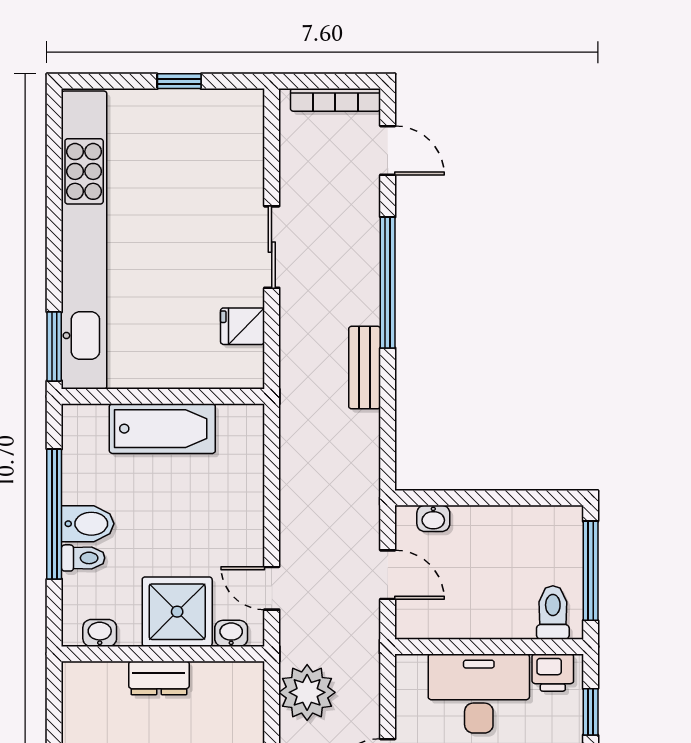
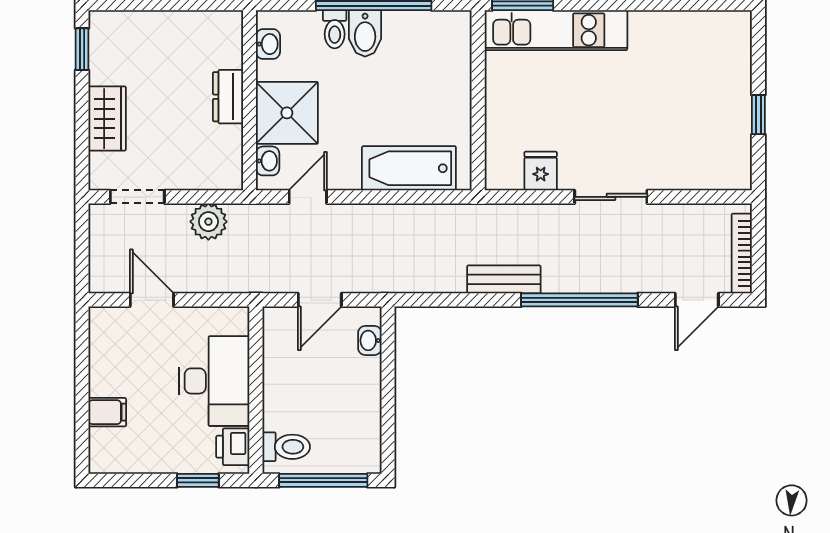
kitchen unit: (84, 240) -> (556, 30), width x0.54
bathtub: (162, 429) -> (409, 168), moved, turned 90
plant: (307, 692) -> (208, 222), width x0.73, depth x0.73

